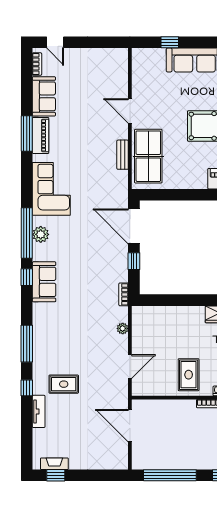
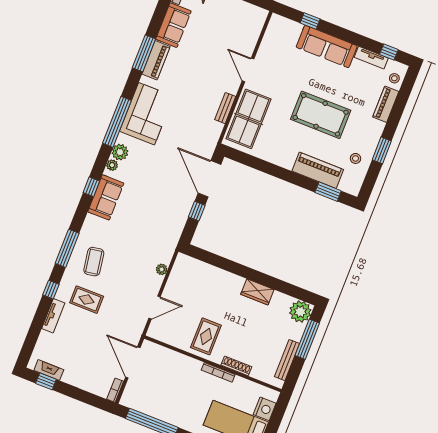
window: (27, 233) -> (117, 122), moved
plant: (38, 249) -> (112, 165), added
bookcase: (124, 294) -> (115, 390), moved
coffee table: (56, 346) -> (94, 262), added

